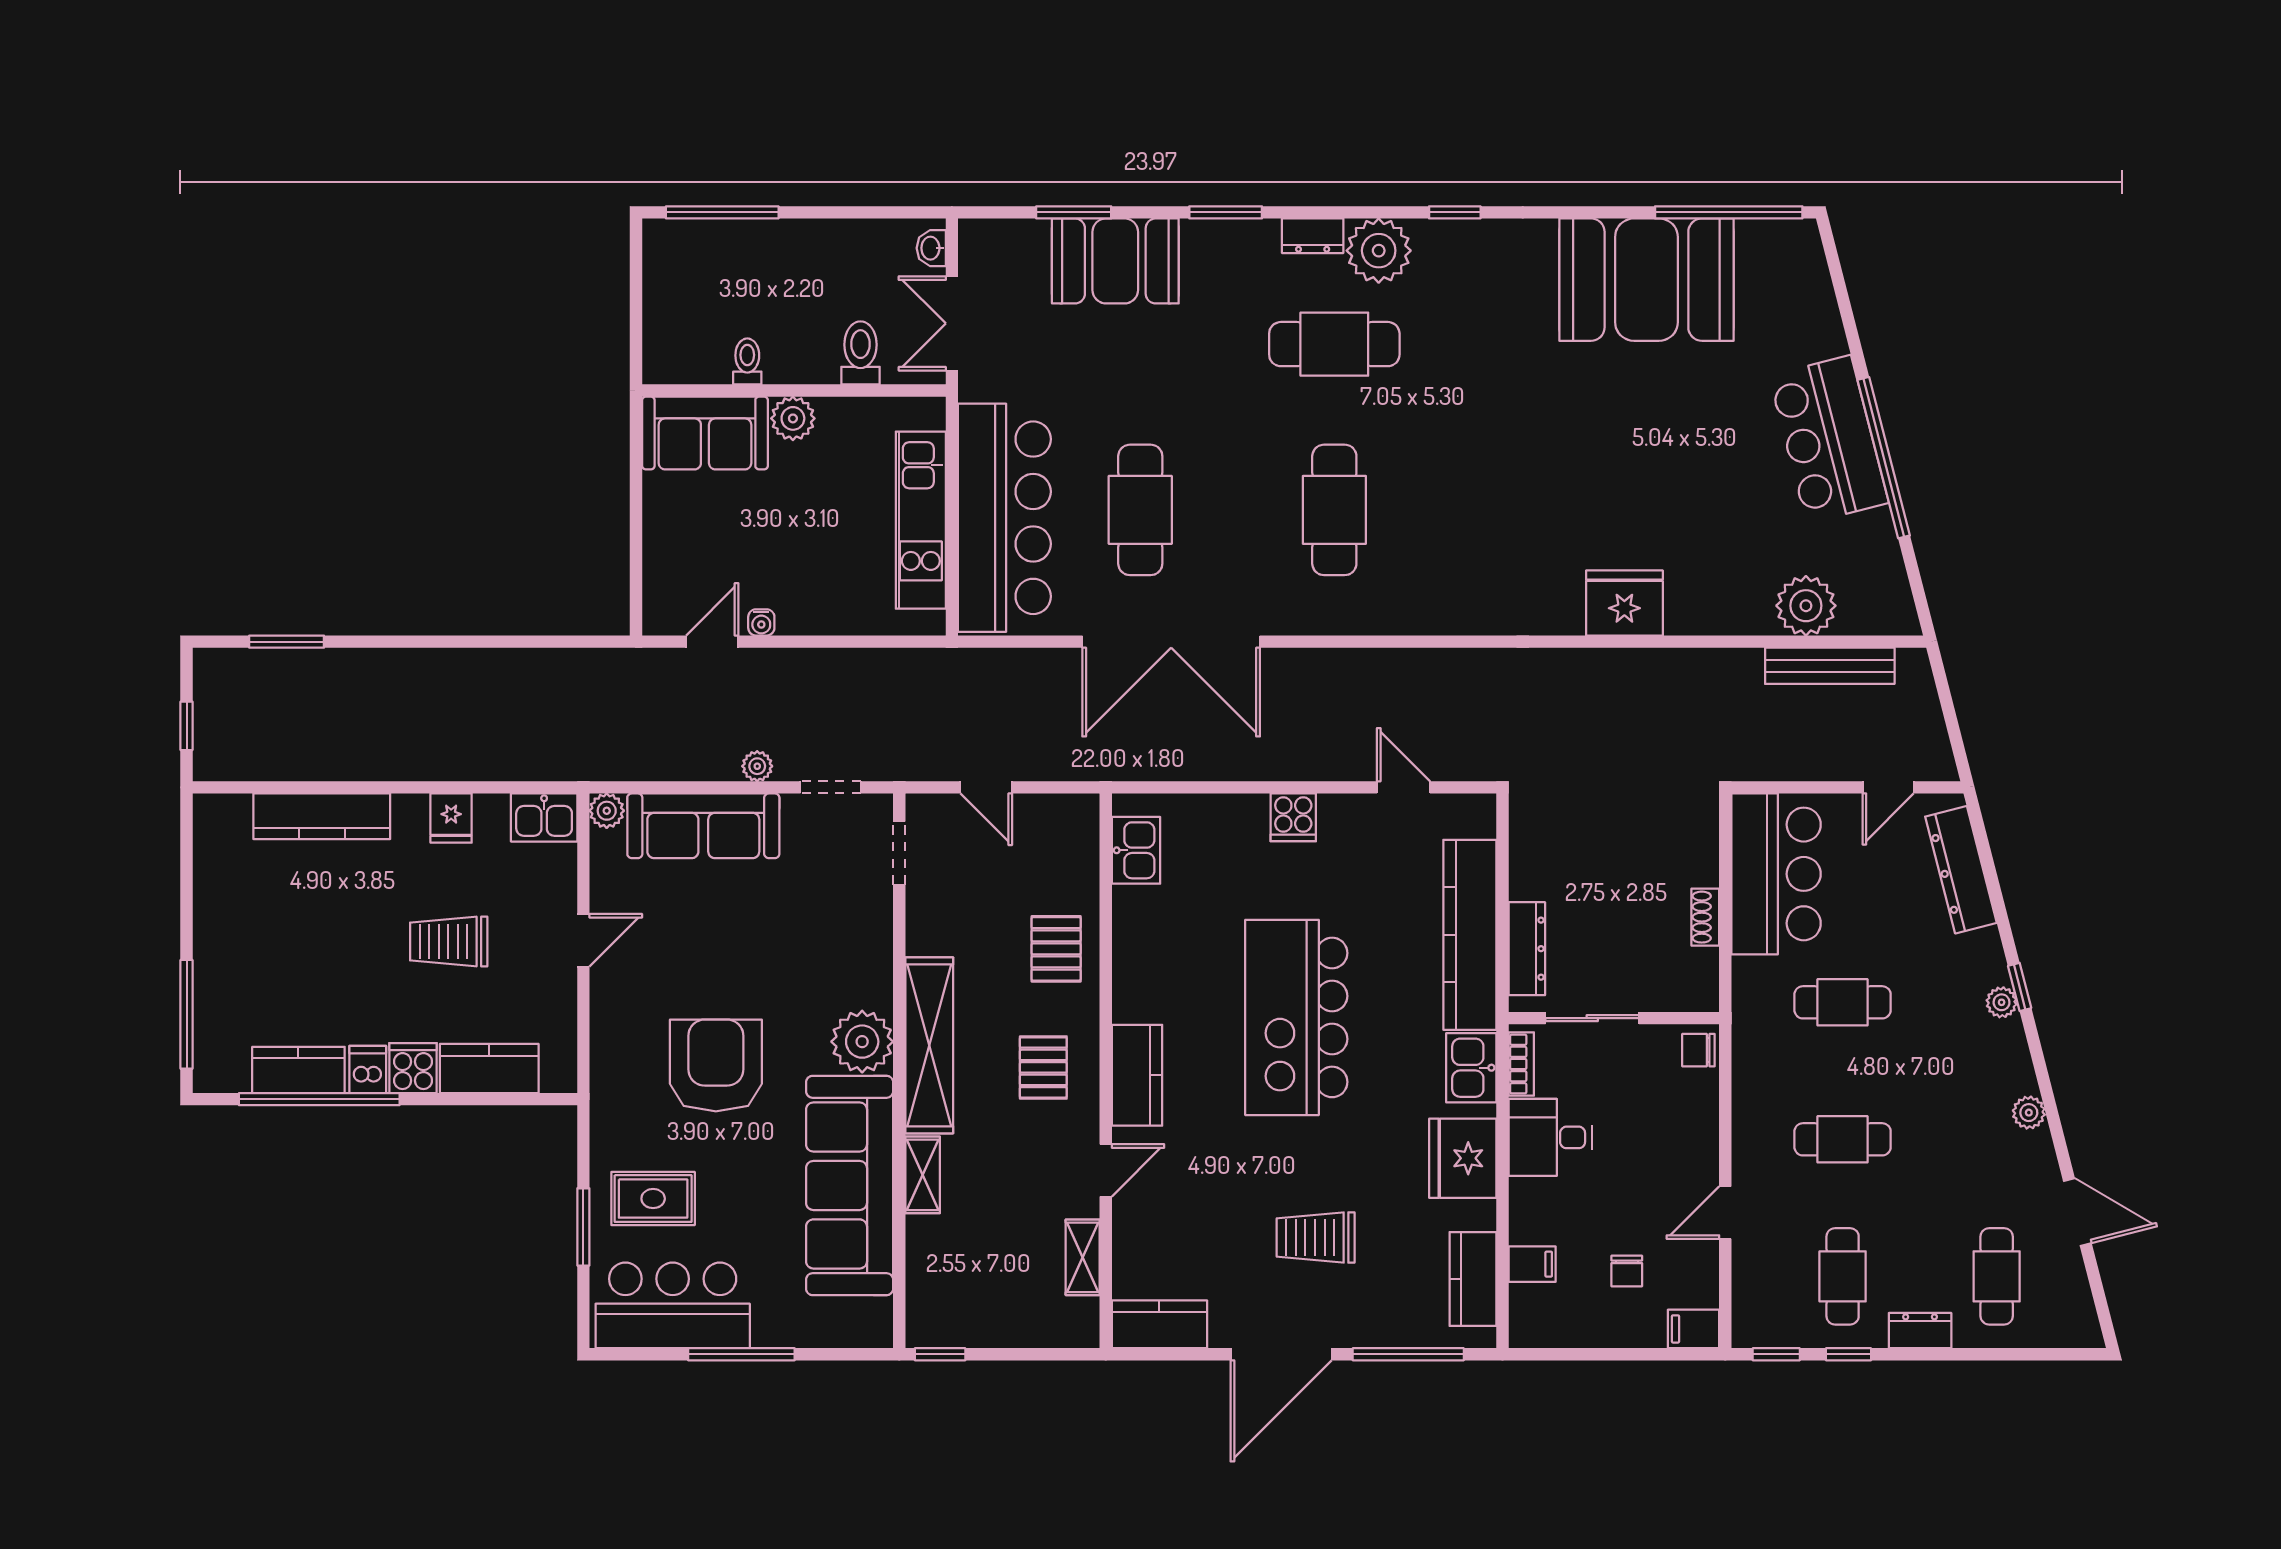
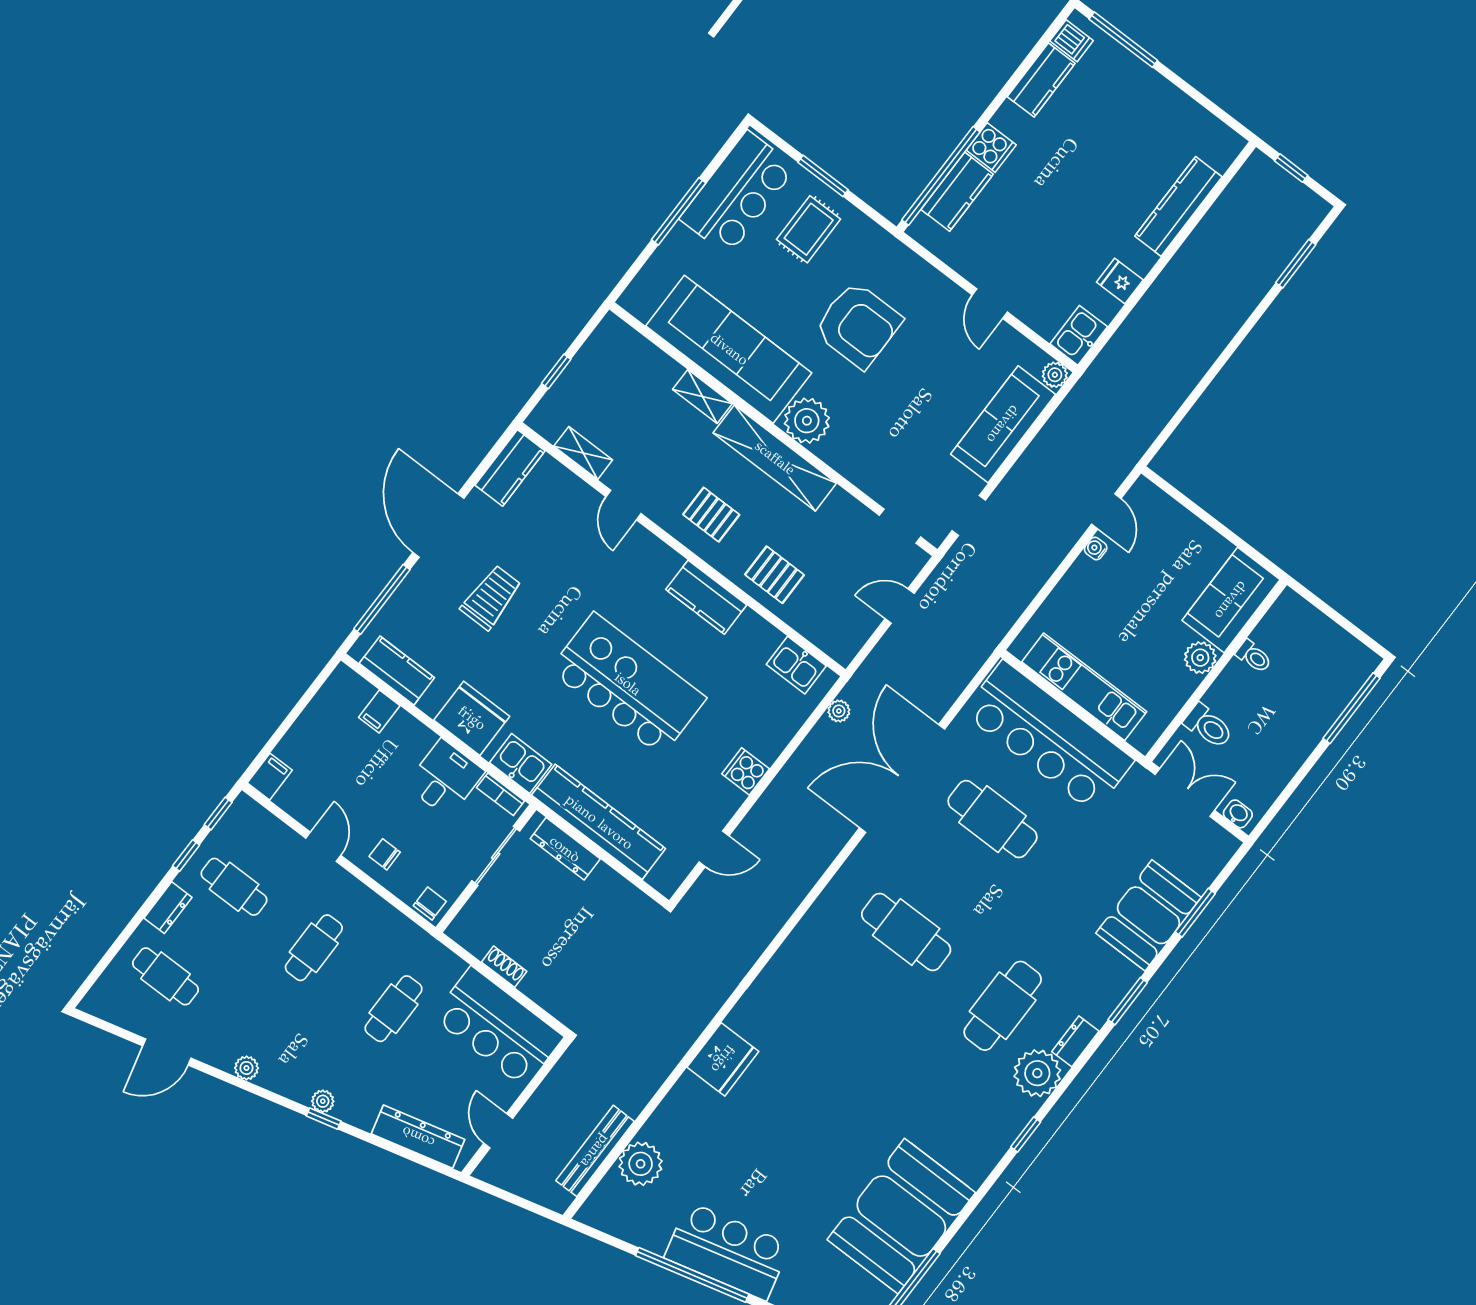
plant: (757, 766) -> (839, 711), moved
trolley: (449, 942) -> (1049, 225), removed
dishwasher: (368, 1069) -> (1072, 41), moved
kitchen counter: (1137, 1075) -> (706, 597), moved
window: (319, 1099) -> (941, 176), moved
chair: (1627, 1271) -> (385, 854), moved
window: (940, 1354) -> (556, 371), moved

